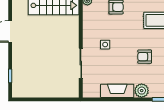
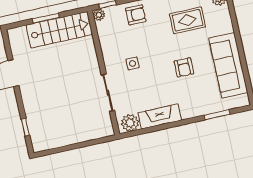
armchair: (145, 57) -> (184, 67), turned -90
plant: (142, 91) -> (130, 123), moved

